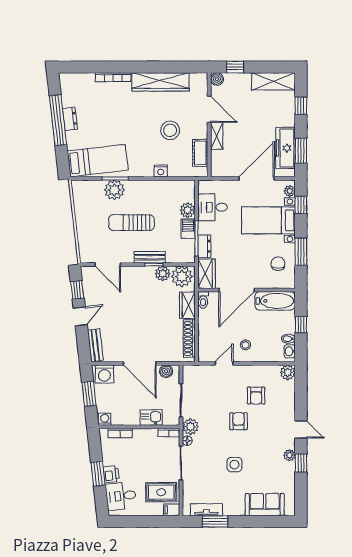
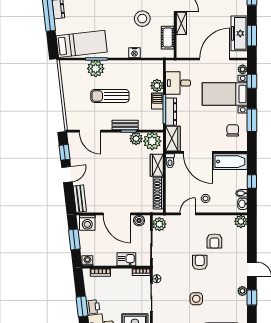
dresser: (204, 246) -> (171, 112), width x1.44
door: (237, 290) -> (198, 152), hinge flipped
plant: (190, 427) -> (159, 224), moved

